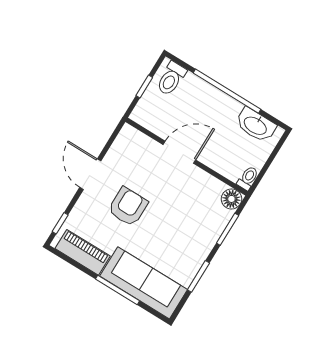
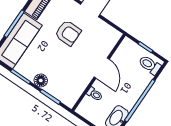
toilet: (248, 178) -> (95, 94), moved
floor lamp: (231, 199) -> (41, 80), moved

